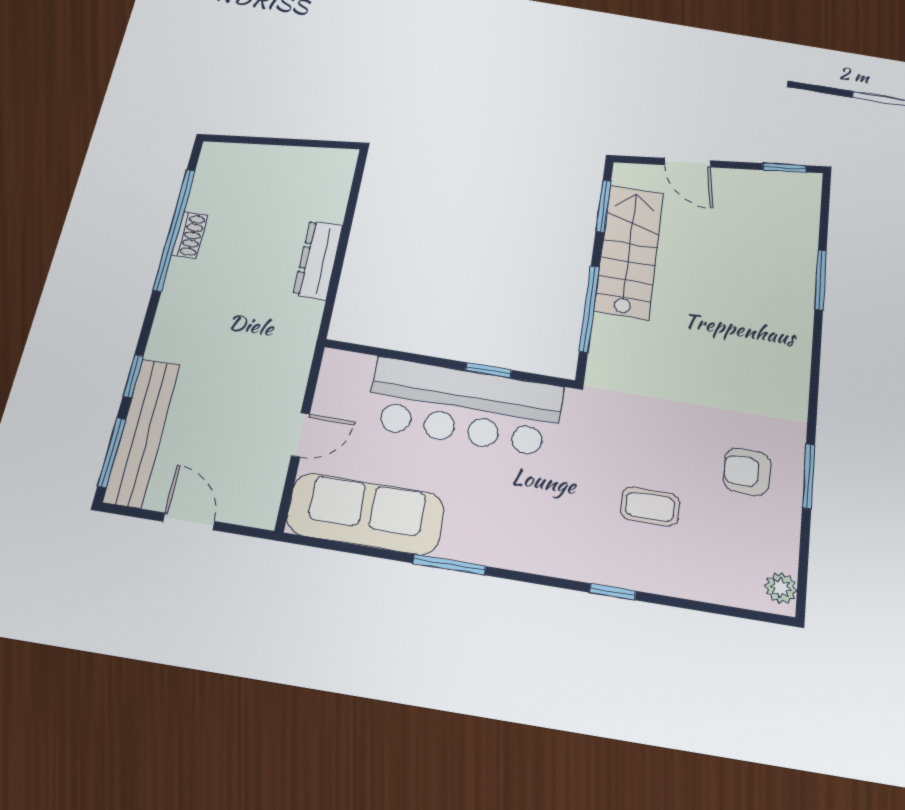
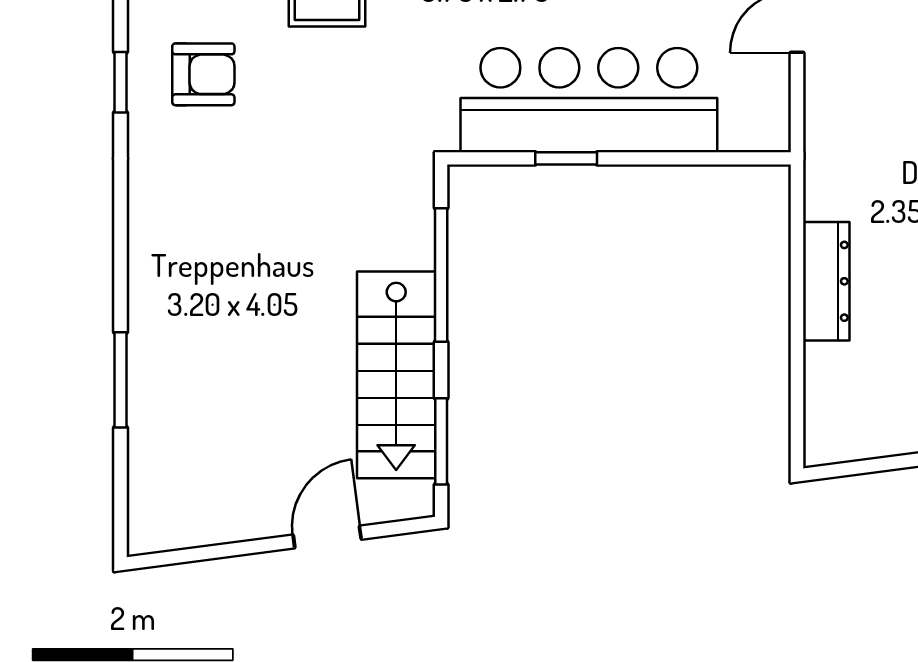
door: (688, 163) -> (327, 537), hinge flipped
window: (784, 168) -> (184, 556), removed
window: (809, 476) -> (121, 82), width x0.67

